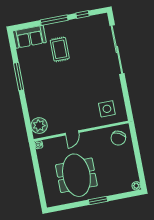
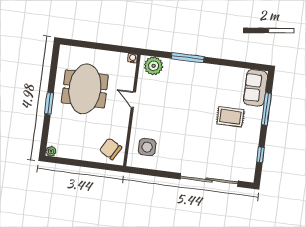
window: (54, 20) -> (266, 109), moved
window: (19, 77) -> (188, 58), moved
meeting table: (76, 175) -> (85, 89), turned 90

